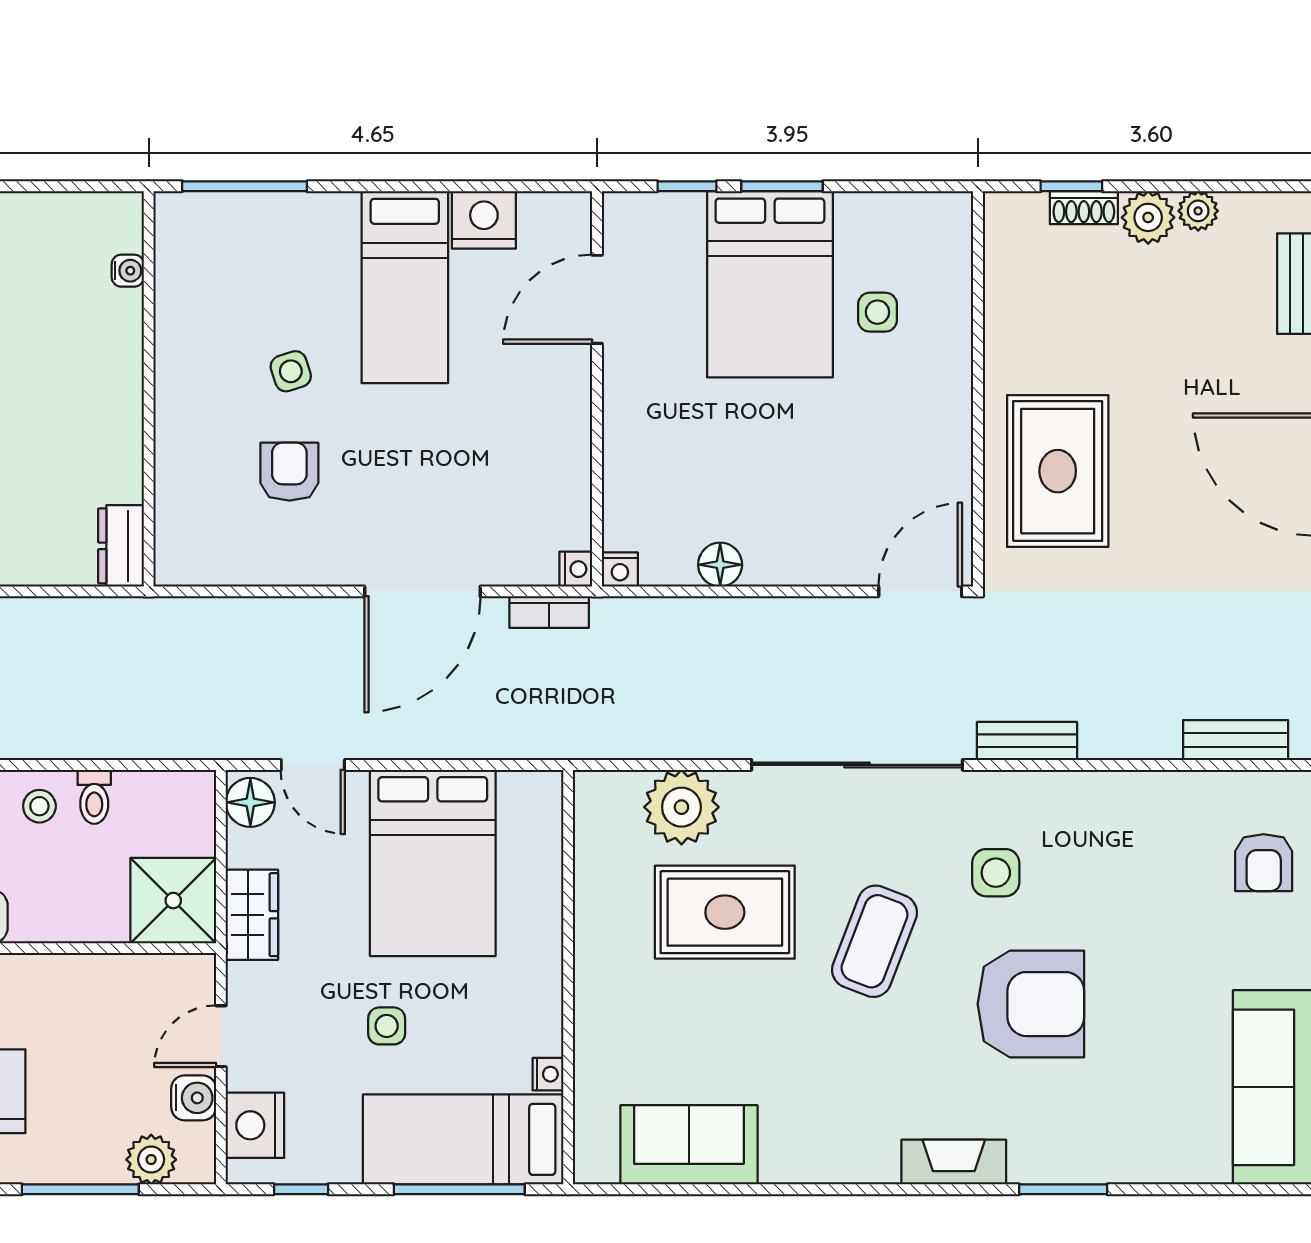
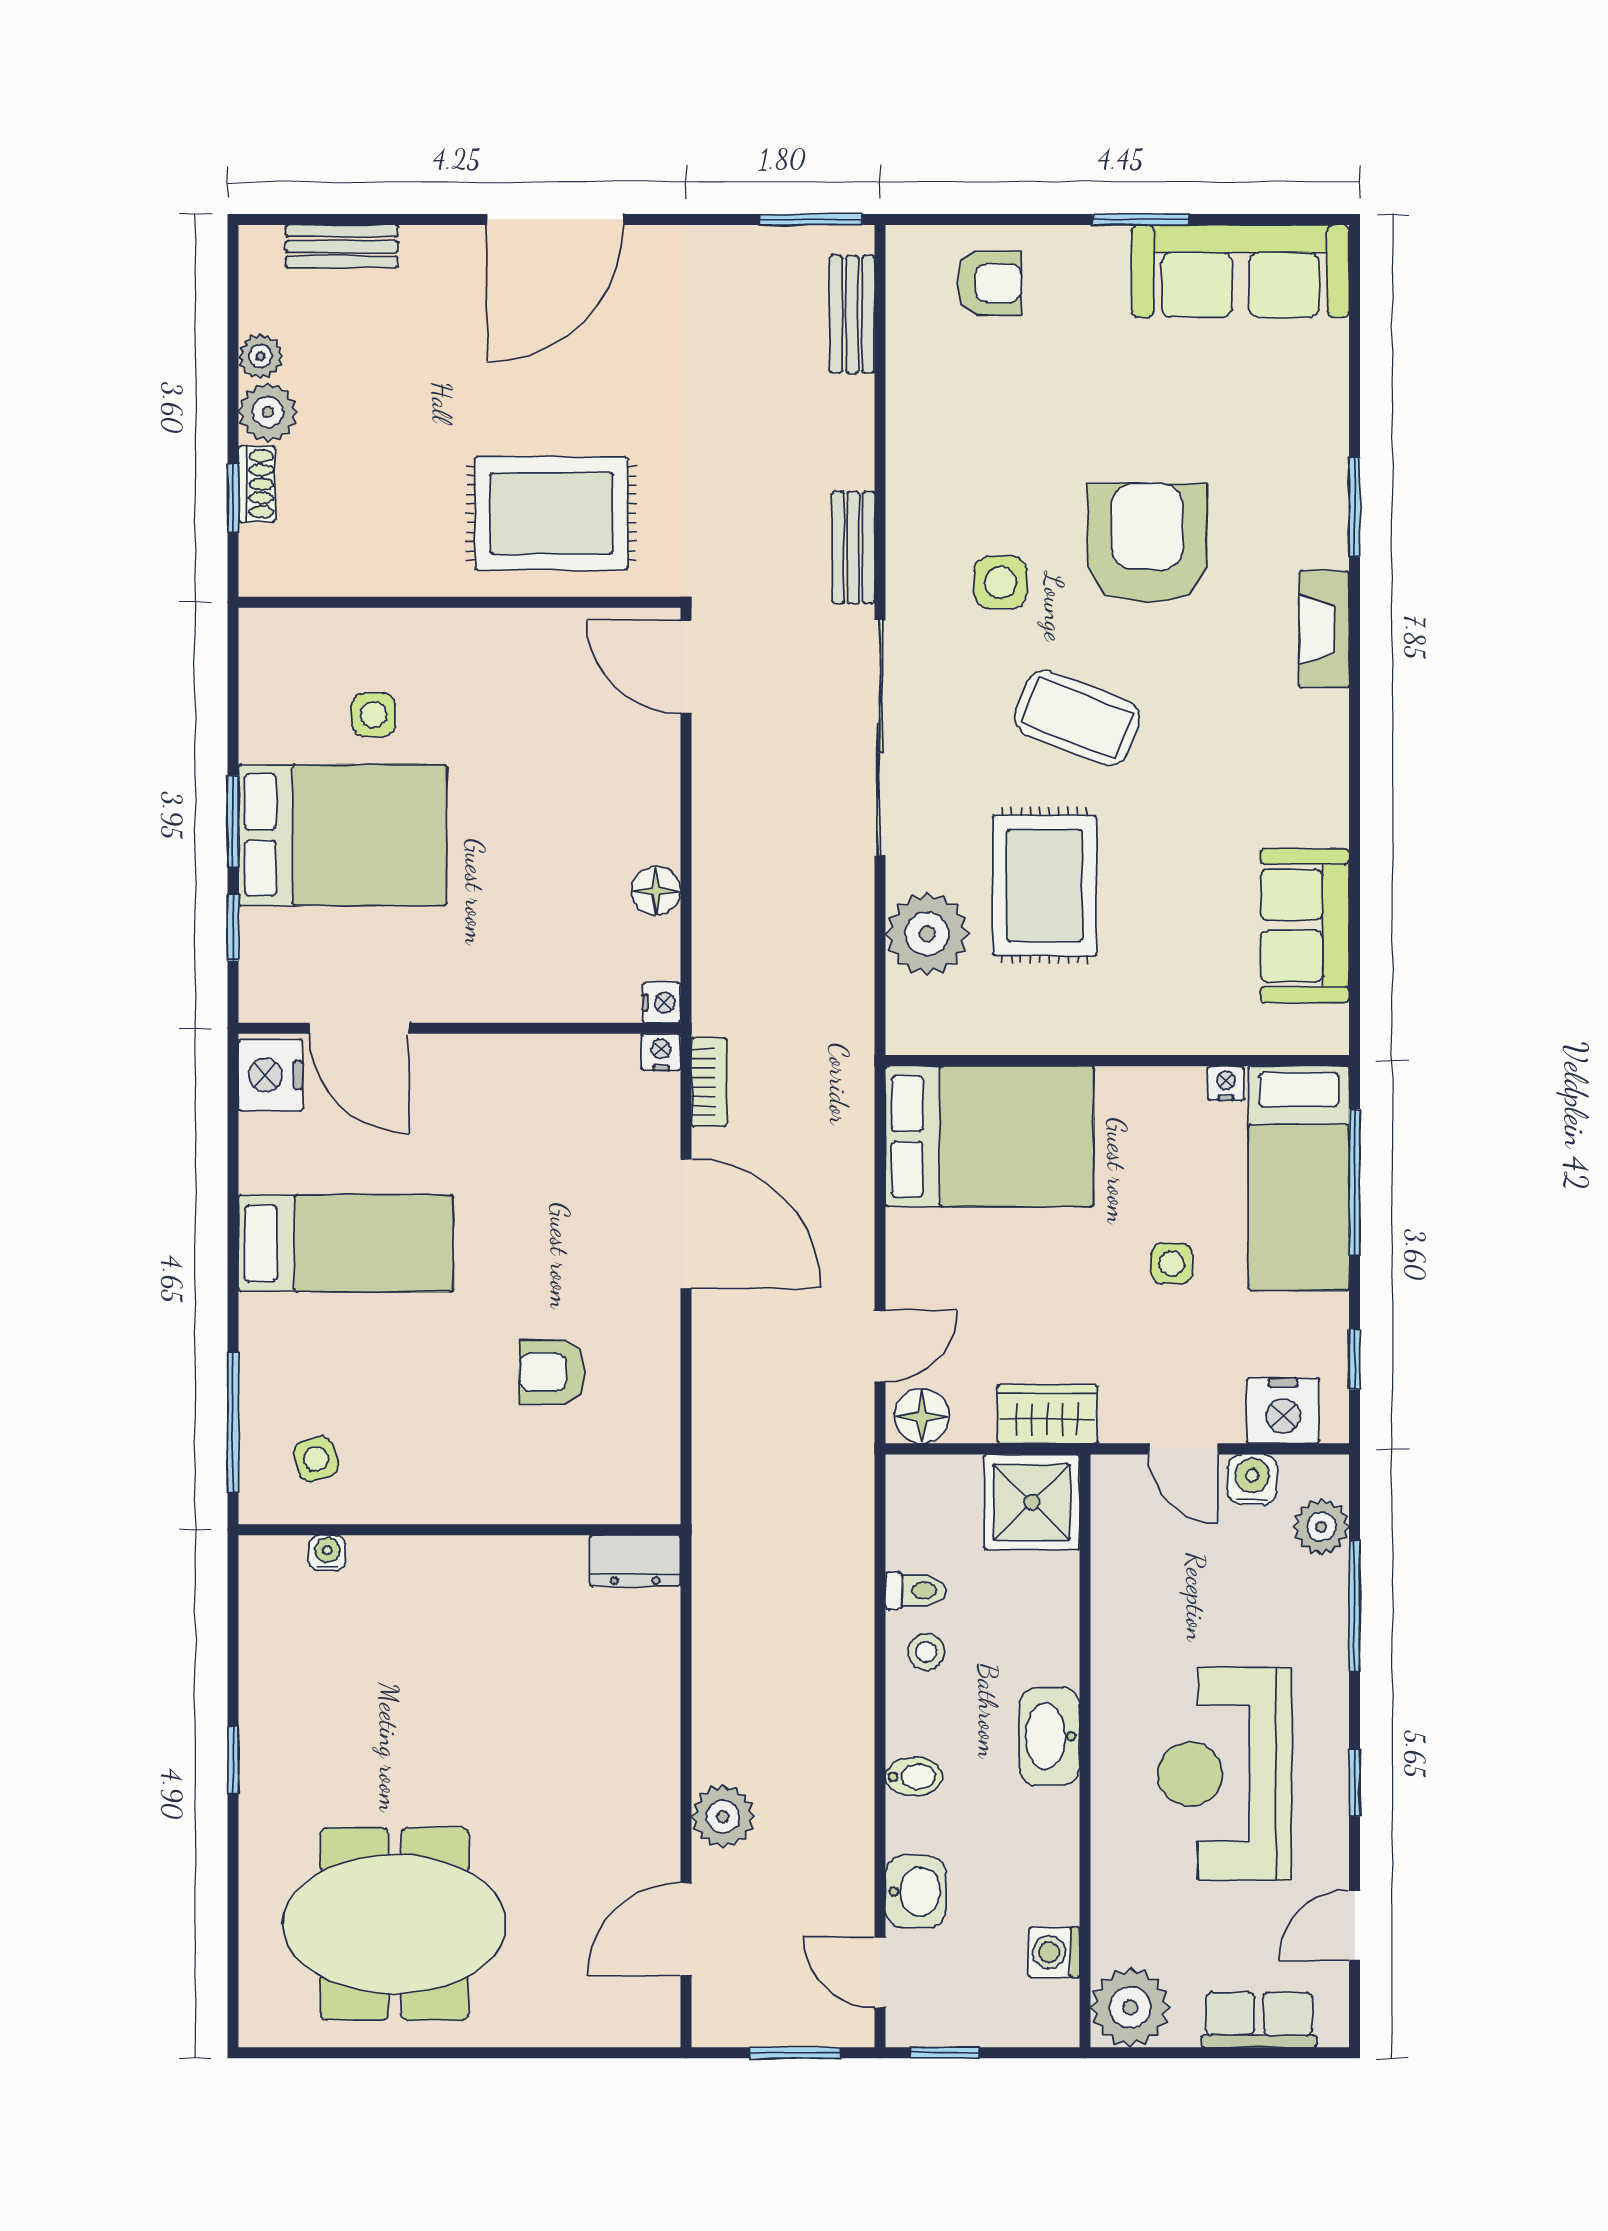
nightstand: (484, 220) -> (270, 1075), moved
side table: (291, 371) -> (316, 1459), moved
bed: (433, 863) -> (990, 1136), moved

